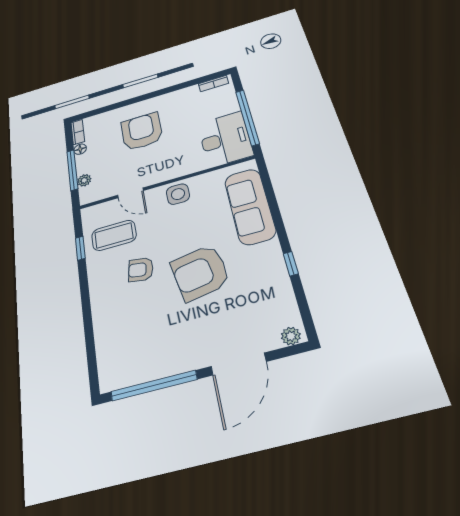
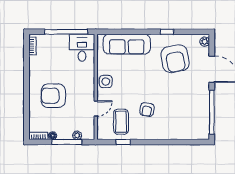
desk: (225, 139) -> (82, 48), width x0.73
armchair: (200, 272) -> (175, 59), moved

